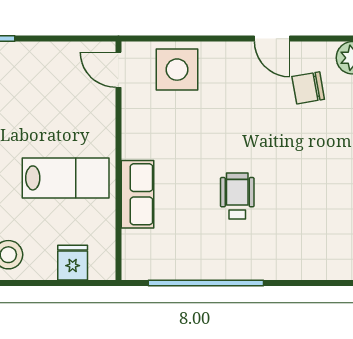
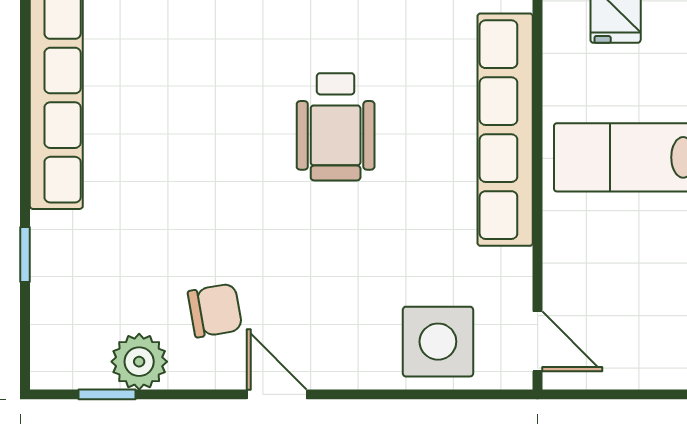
row of seats: (138, 194) -> (505, 130), width x2.02
wheelchair: (237, 196) -> (336, 127), width x1.36, depth x1.37

